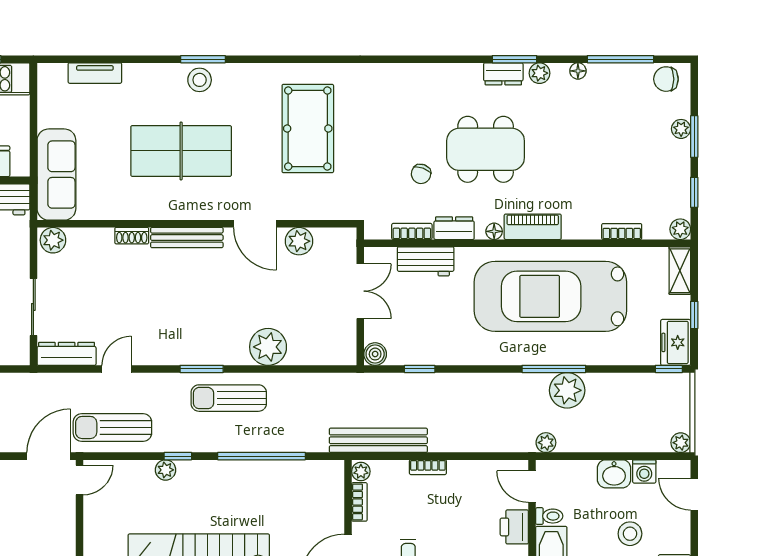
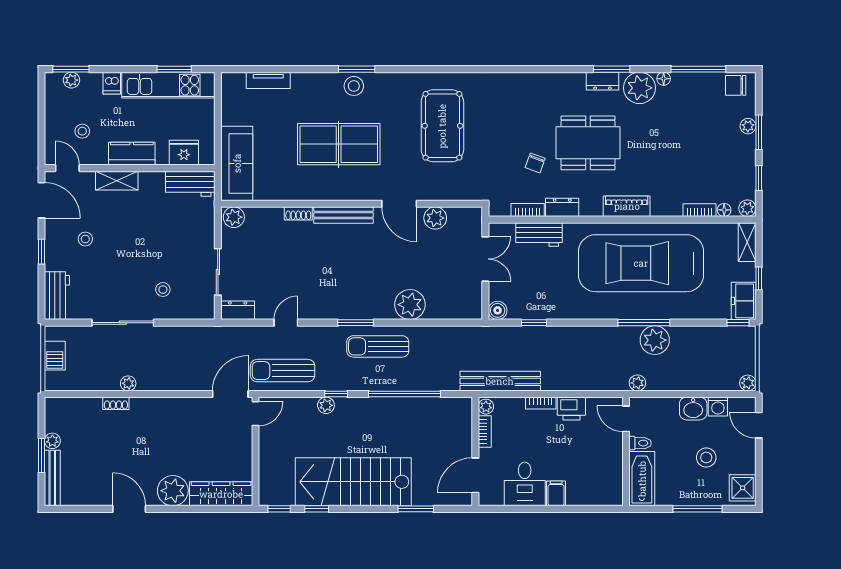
plant: (540, 73) -> (640, 88), width x1.88, depth x1.88
floor lamp: (494, 231) -> (724, 210), moved
dresser: (67, 354) -> (238, 310), width x0.70
printer: (514, 527) -> (571, 408), moved, turned -90

